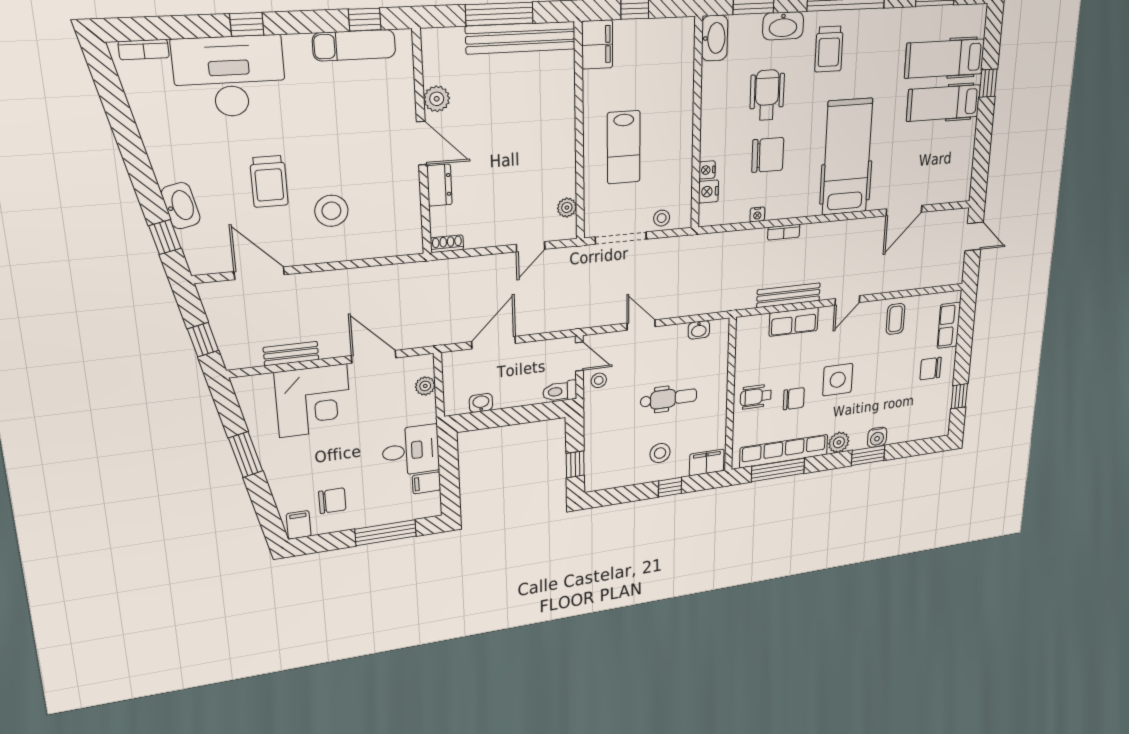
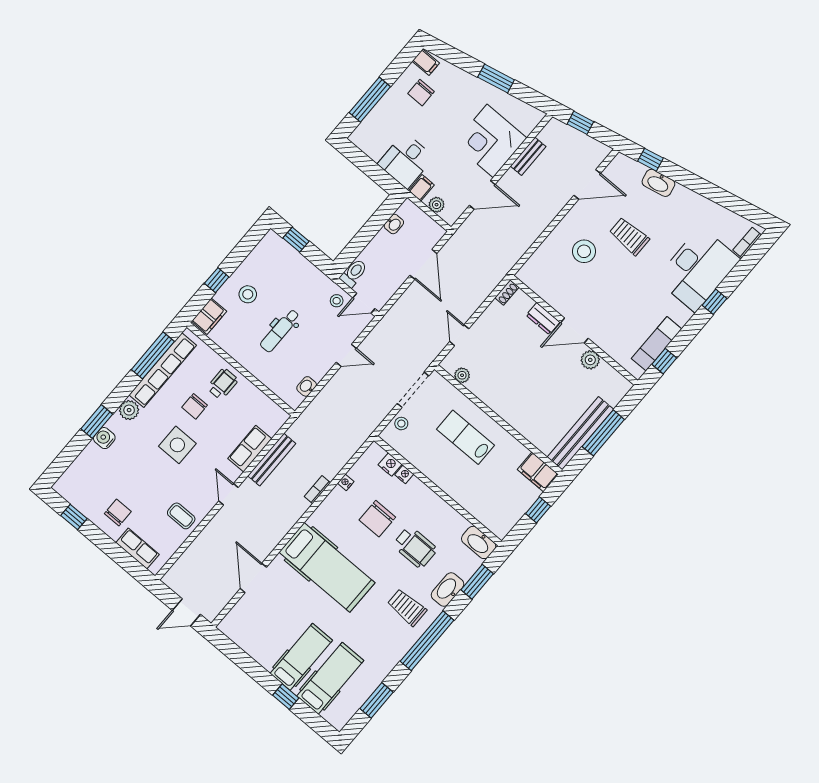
filing cabinet: (426, 483) -> (421, 188), moved

